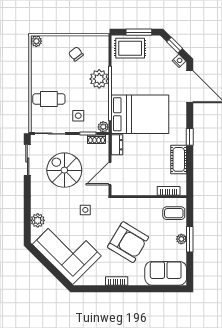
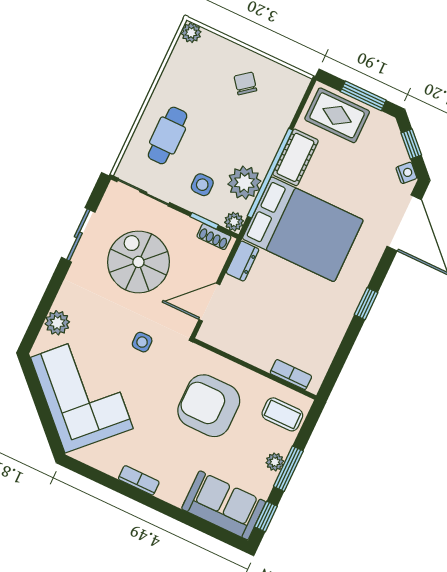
plant: (99, 79) -> (244, 183), moved
cafe table: (49, 99) -> (168, 135), turned 90
cot: (179, 159) -> (295, 157), moved
sliding door: (27, 160) -> (78, 235), moved
armchair: (128, 242) -> (209, 406), moved, turned 149
window: (190, 269) -> (266, 516), added

